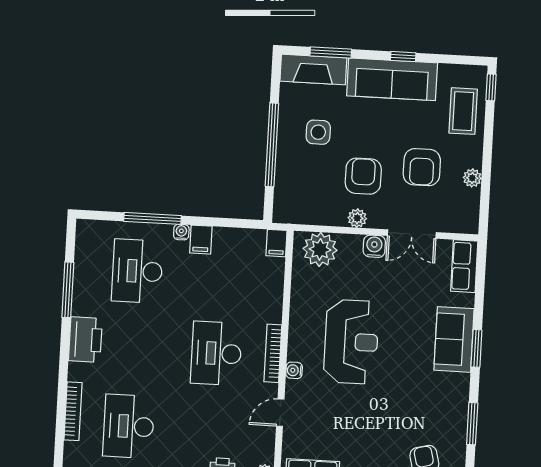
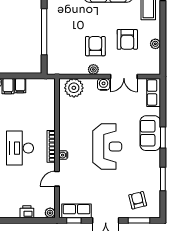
side table: (318, 132) -> (69, 23), removed
filing cabinet: (276, 243) -> (20, 86), moved
reception desk: (351, 342) -> (107, 147), moved

